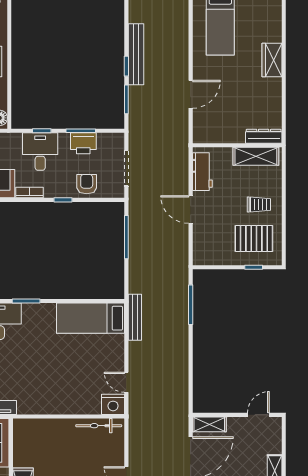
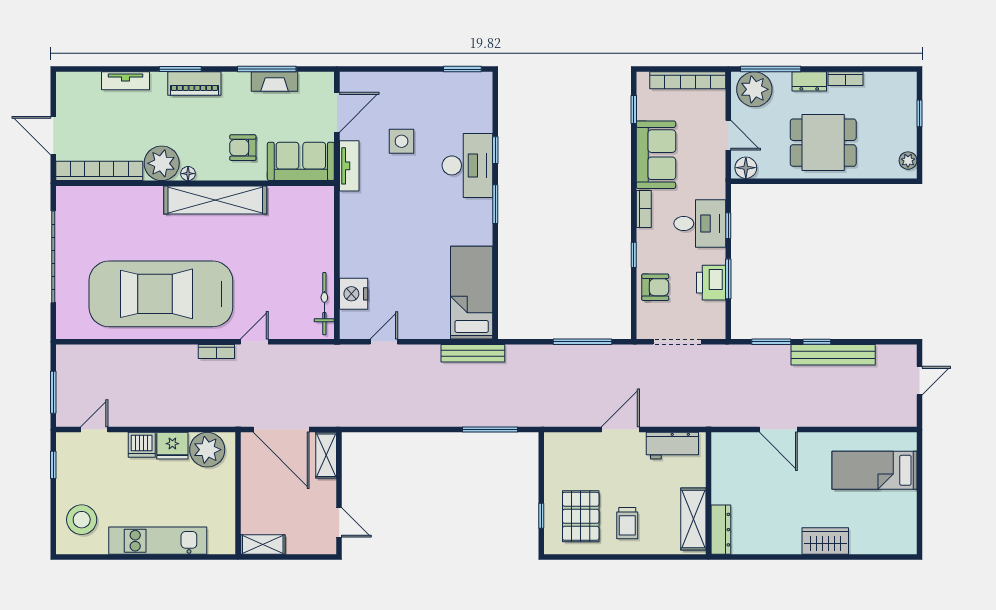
nightstand: (113, 404) -> (354, 294), moved

